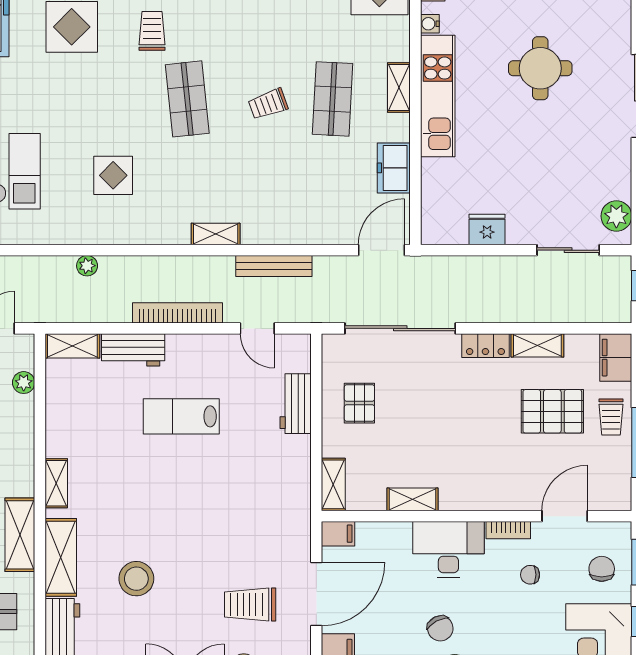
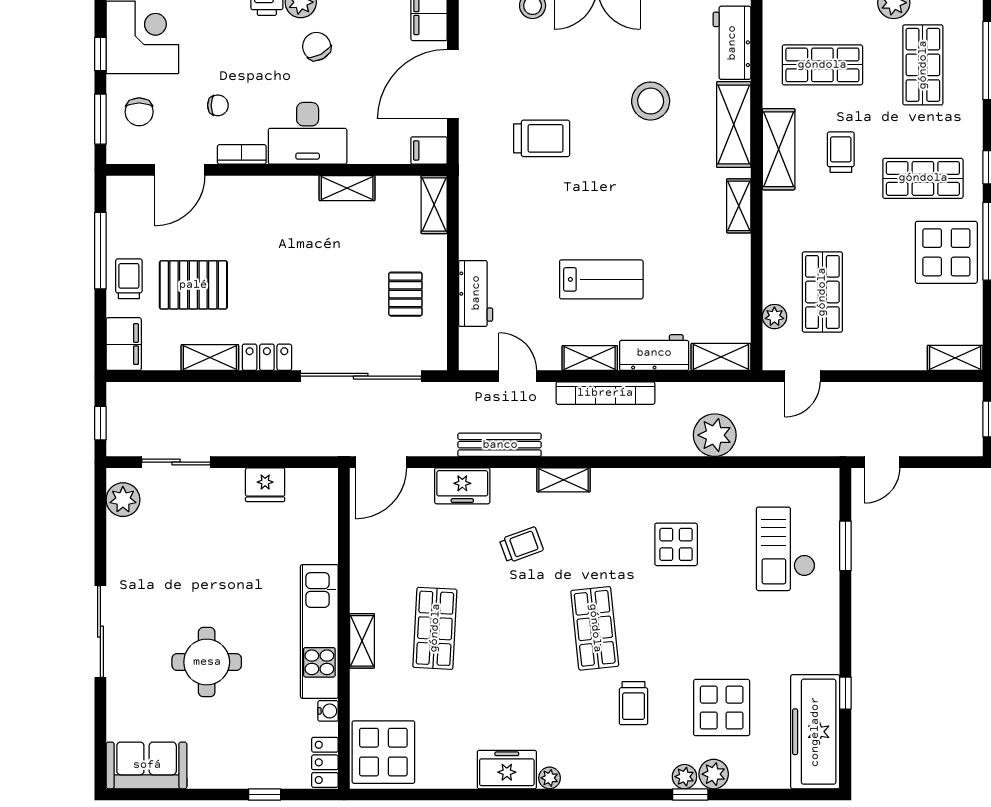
trolley: (268, 104) -> (521, 545), moved
freezer: (394, 168) -> (462, 486), moved, turned 90
plant: (87, 266) -> (715, 435), width x1.87, depth x1.87
shelving: (192, 345) -> (590, 358), added
trolley: (250, 604) -> (542, 138), moved

